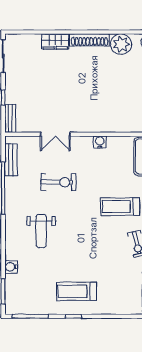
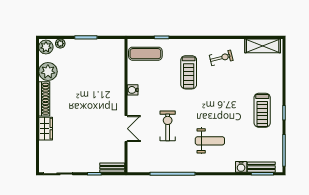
bench: (11, 160) -> (261, 167), moved

